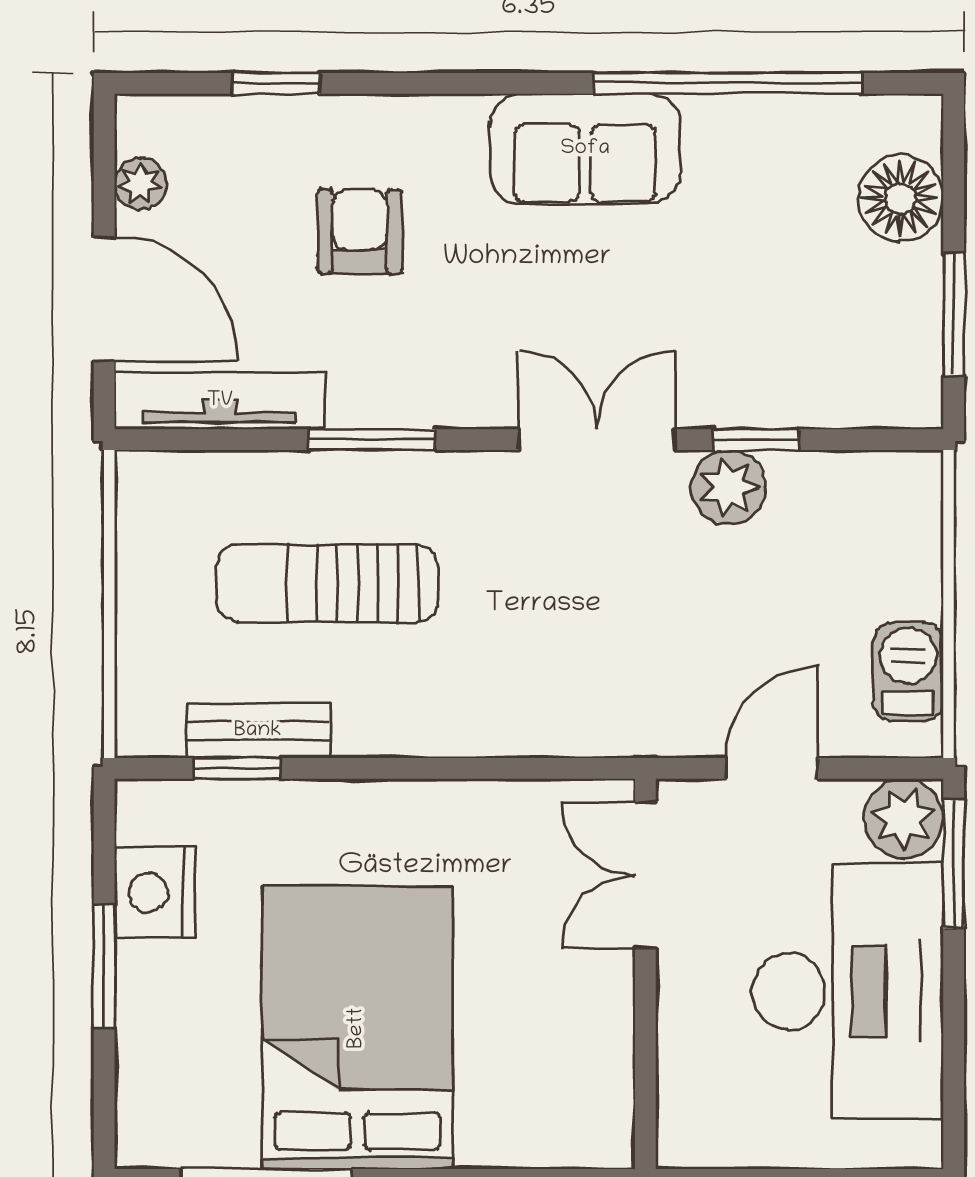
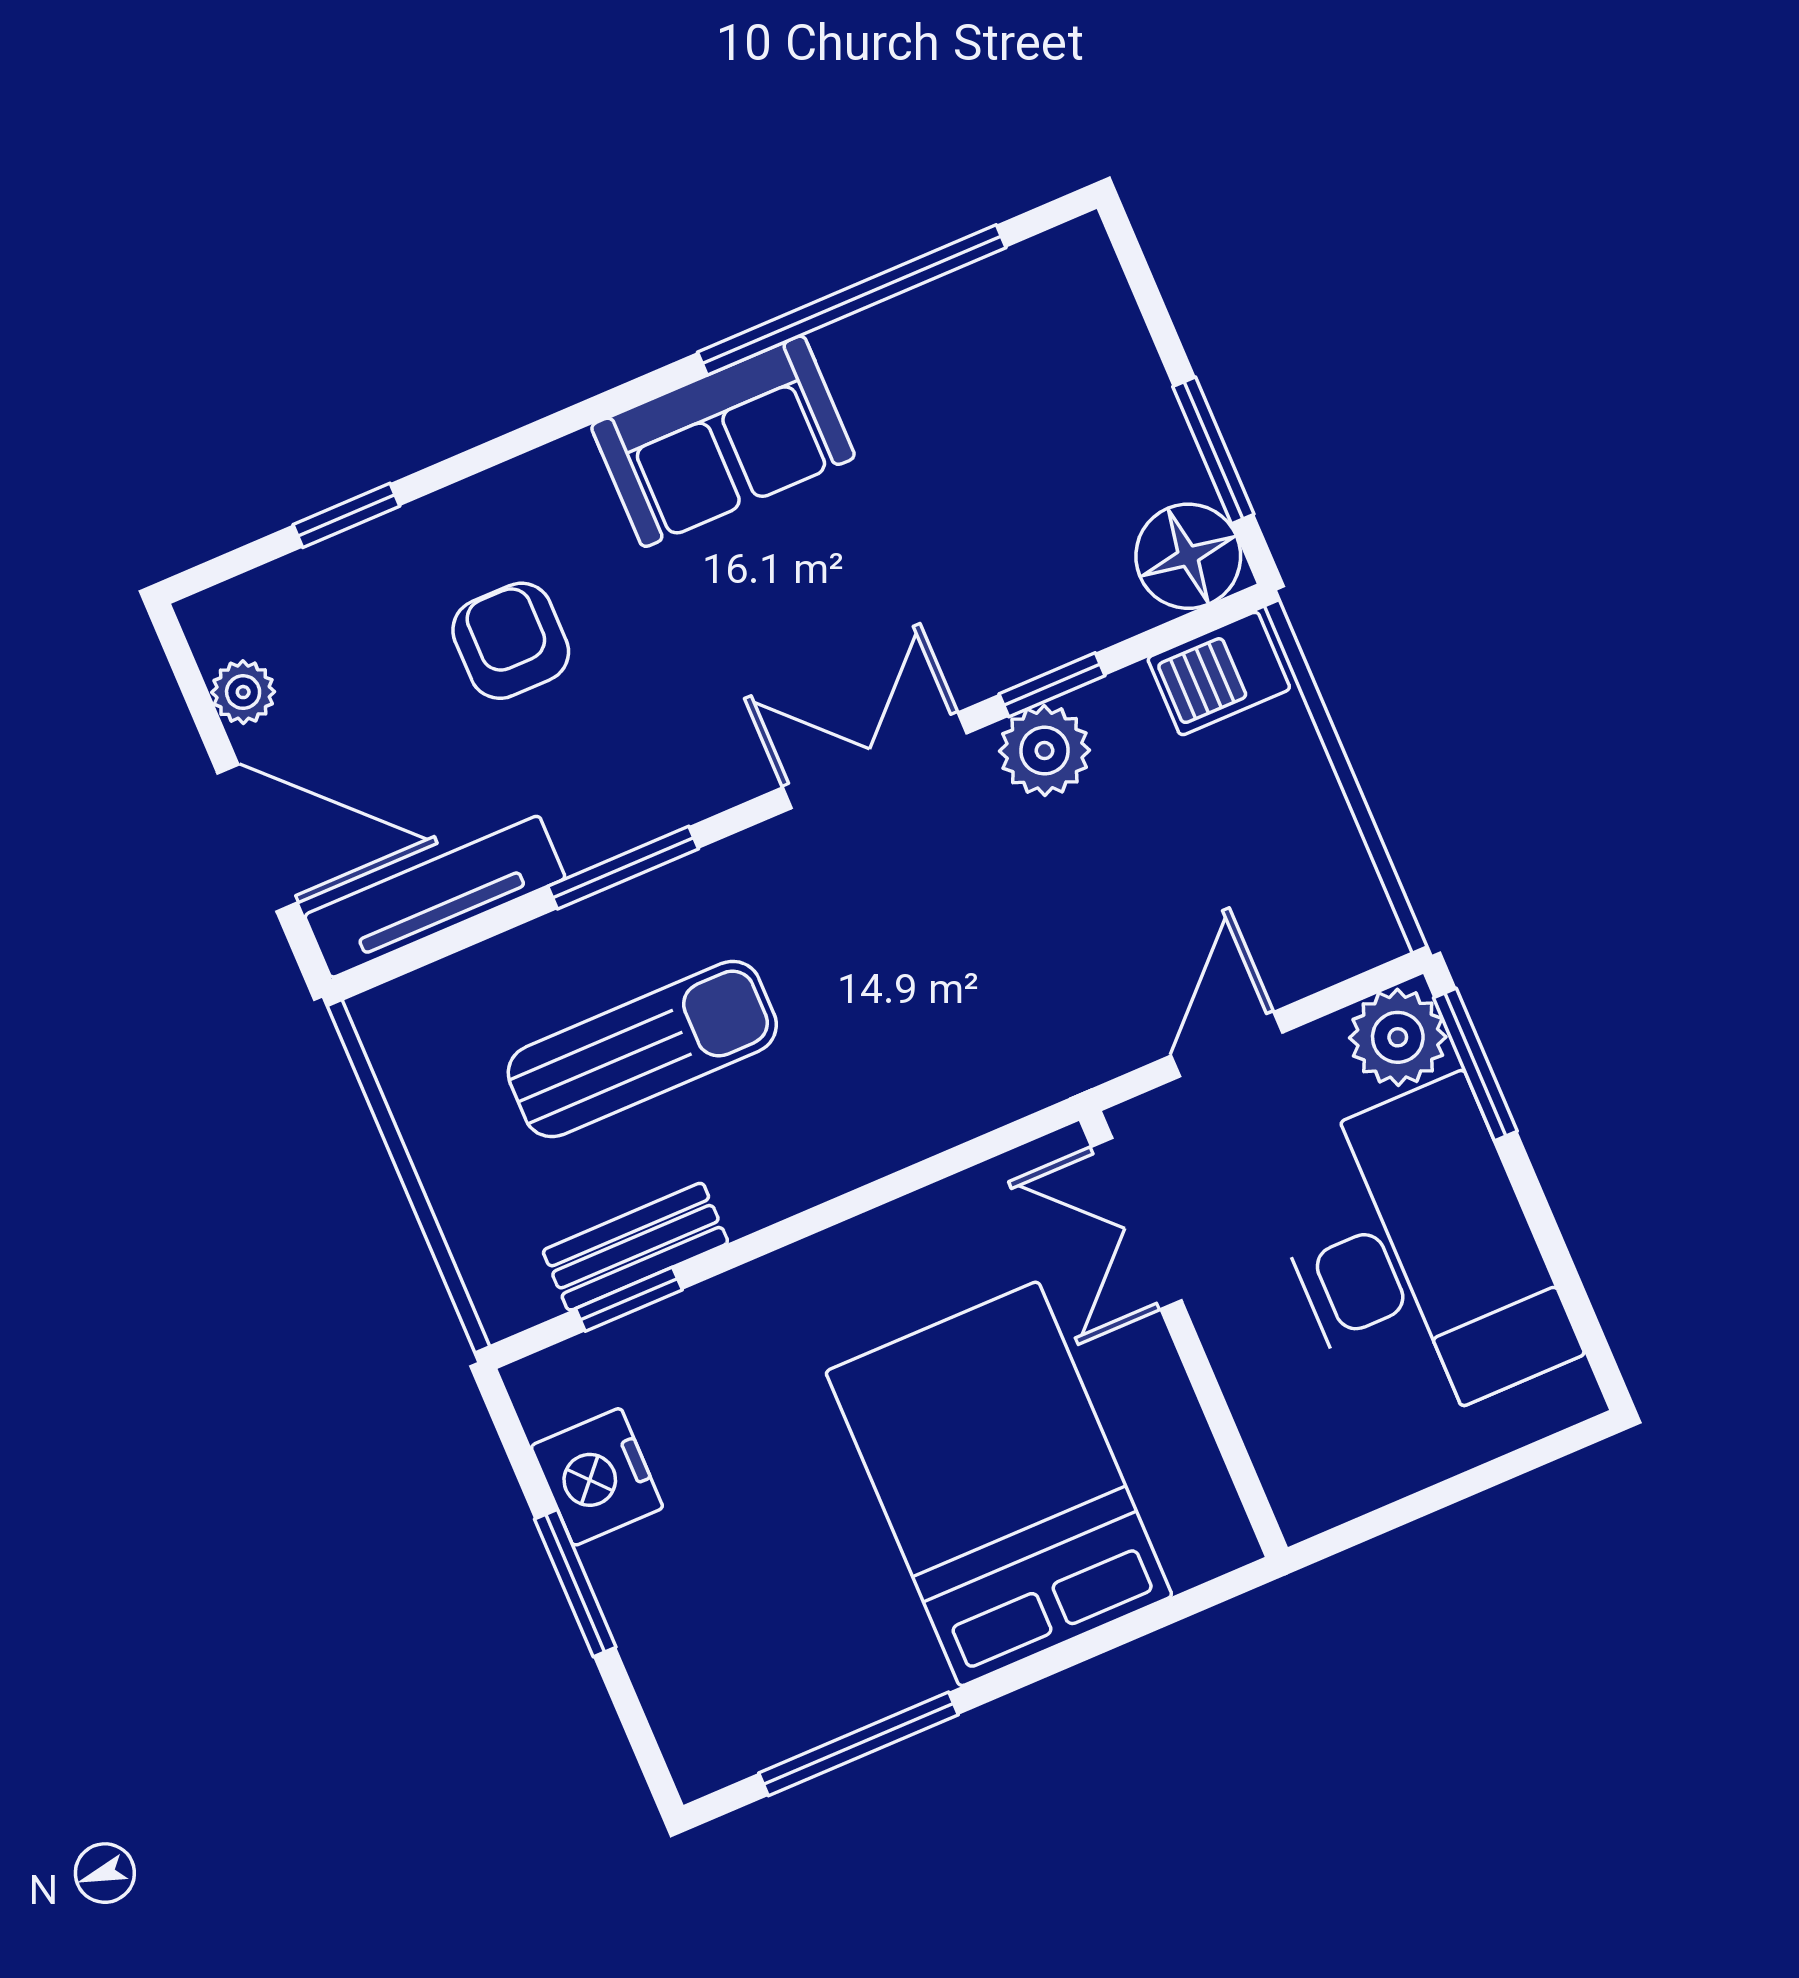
floor lamp: (900, 198) -> (1188, 556), moved
sun lounger: (328, 583) -> (642, 1049), turned 180
barbecue: (908, 672) -> (1219, 673), moved, turned -90
bed: (357, 1028) -> (999, 1484), moved

